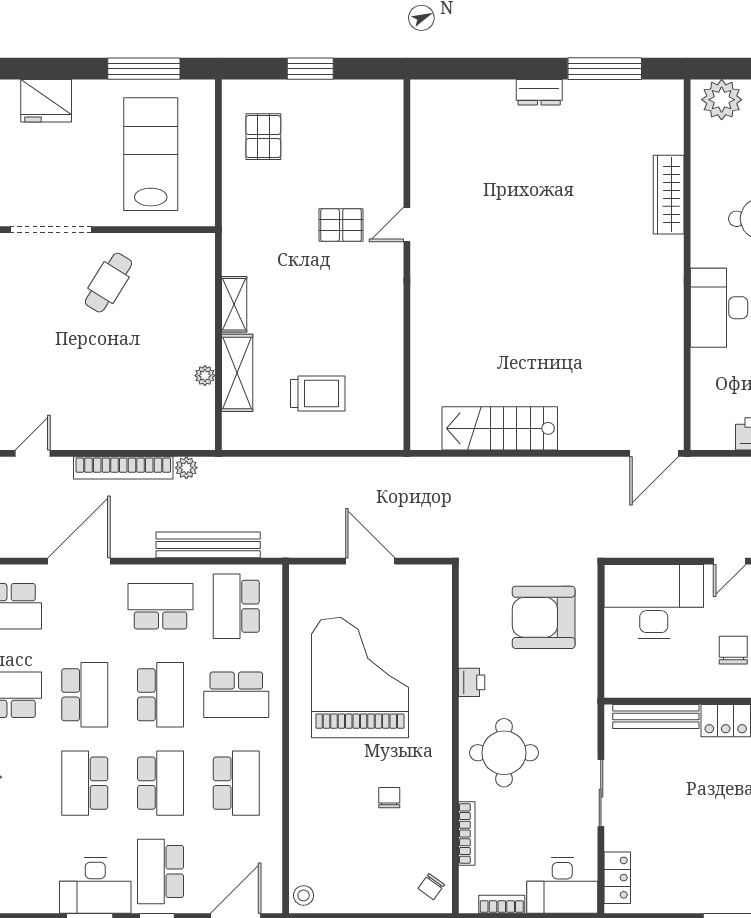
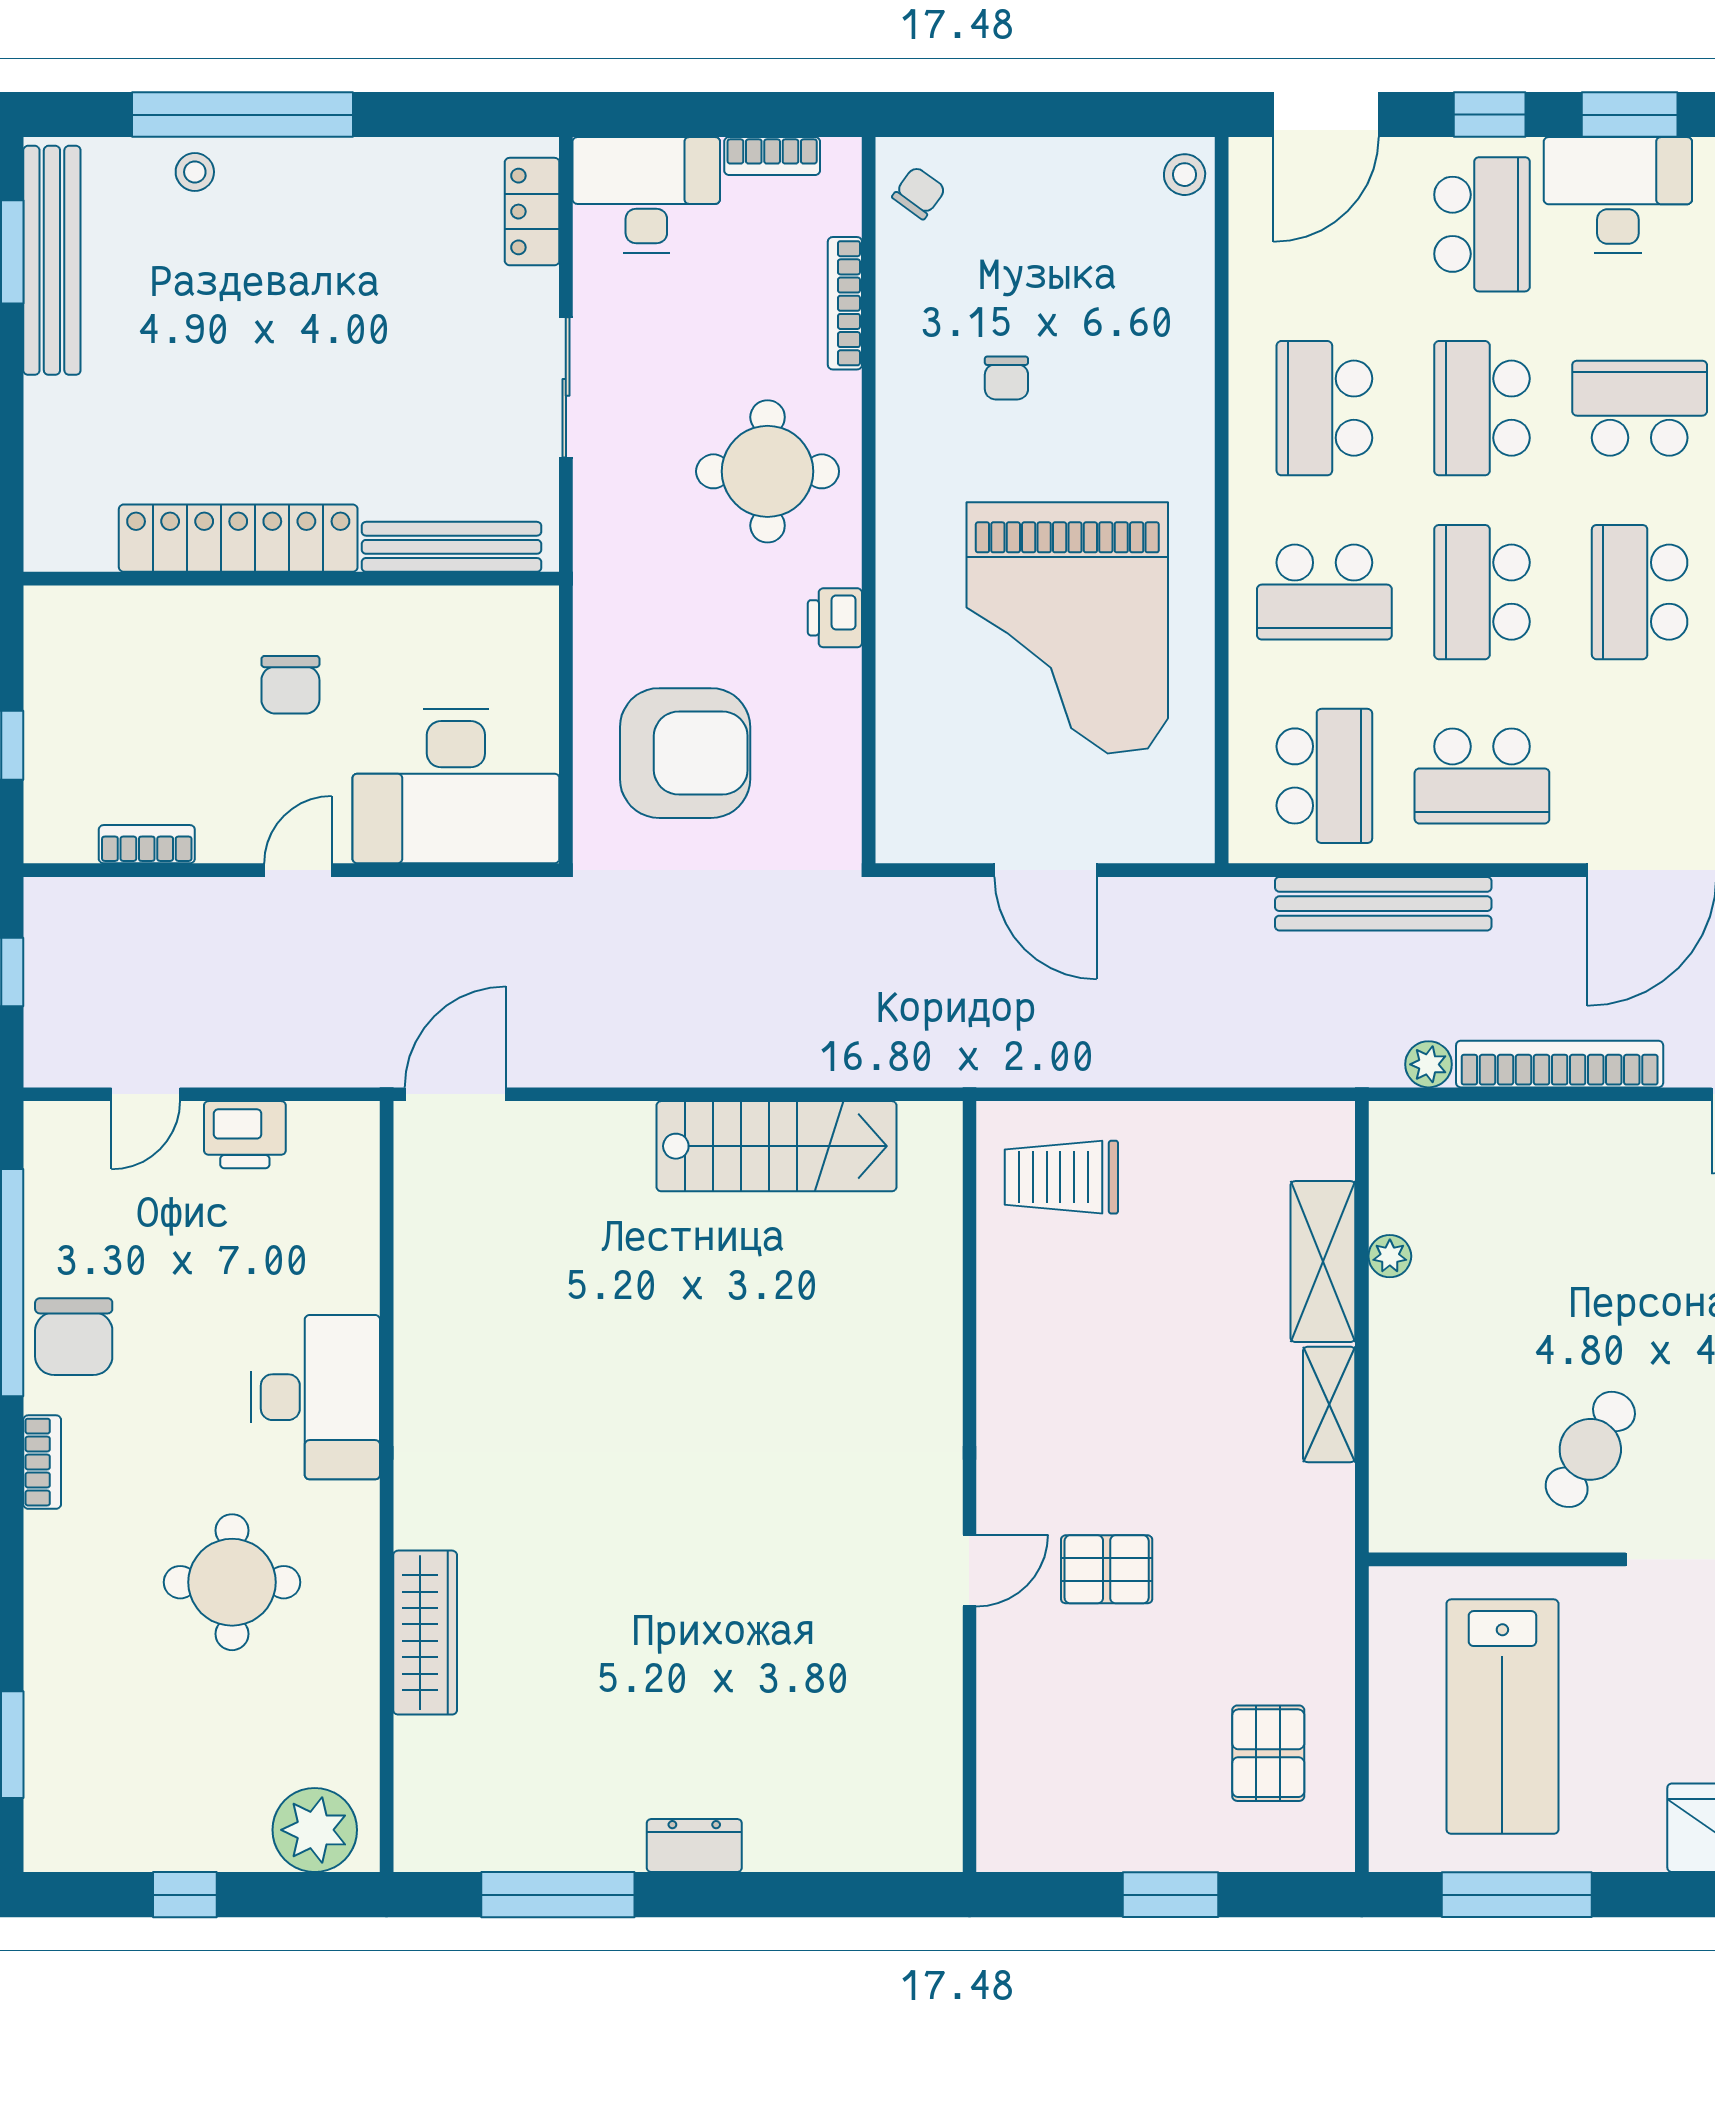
trolley: (318, 393) -> (1061, 1177), moved
school desk: (236, 695) -> (1324, 592), turned 180
school desk: (85, 783) -> (1640, 408), turned -90

